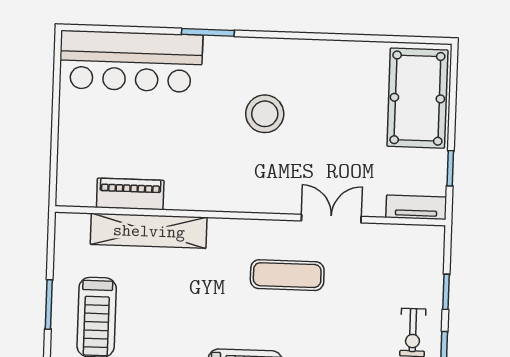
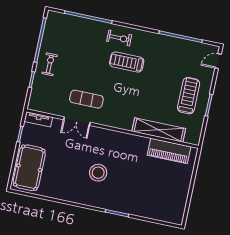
bar counter: (131, 61) -> (153, 206), removed
piano: (130, 194) -> (169, 151), width x1.37, depth x1.33
exercise mat: (287, 275) -> (86, 99), moved

